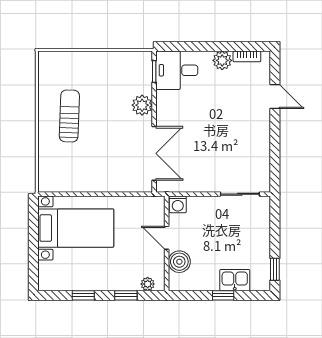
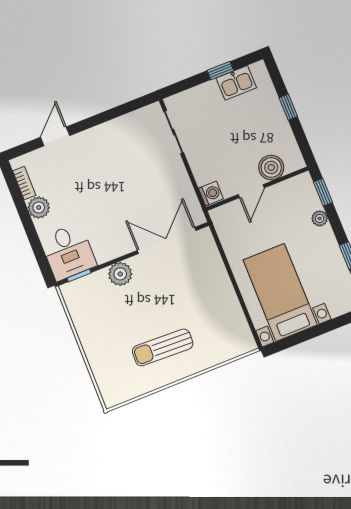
window: (275, 269) -> (220, 71), moved
kitchen sink: (235, 280) -> (236, 83), moved, turned -90
plant: (148, 284) -> (320, 218), moved
window: (126, 295) -> (323, 192), moved

